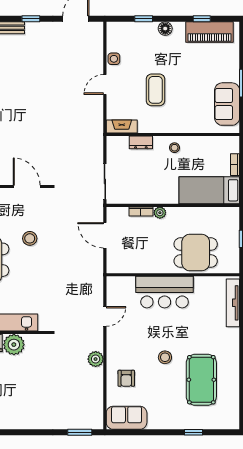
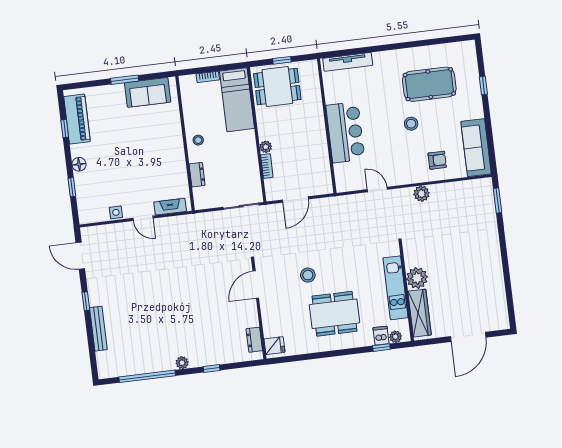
coffee table: (156, 90) -> (142, 166), removed
fireplace: (122, 126) -> (170, 207), moved, turned 90
dining table: (196, 253) -> (277, 87), moved, turned 90
sofa: (127, 418) -> (476, 148), width x1.36

